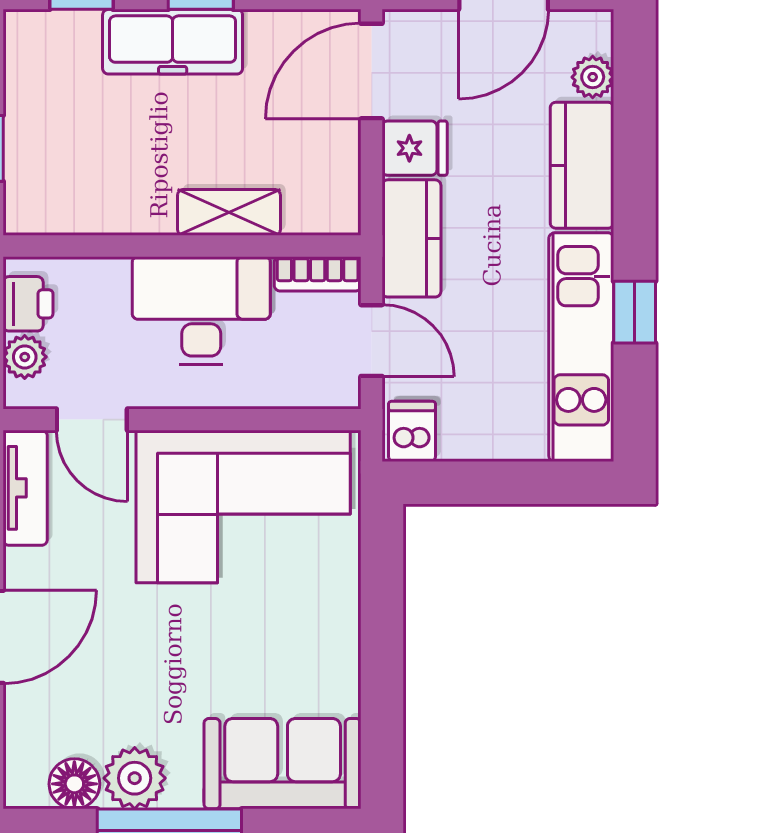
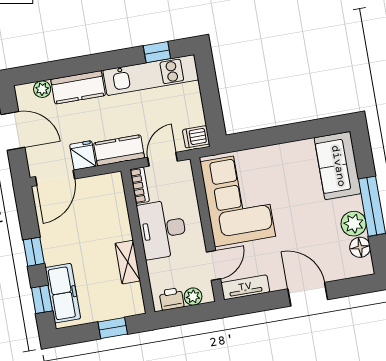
freezer: (173, 42) -> (63, 293), moved
door: (371, 71) -> (55, 178), hinge flipped
shelving: (229, 212) -> (128, 262), moved
window: (635, 312) -> (157, 52), moved

